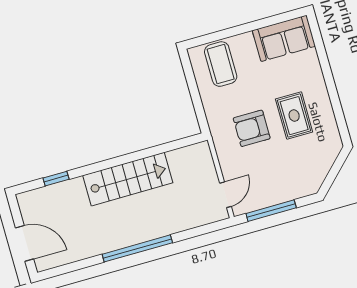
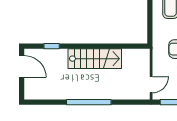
door: (25, 243) -> (22, 66), moved

